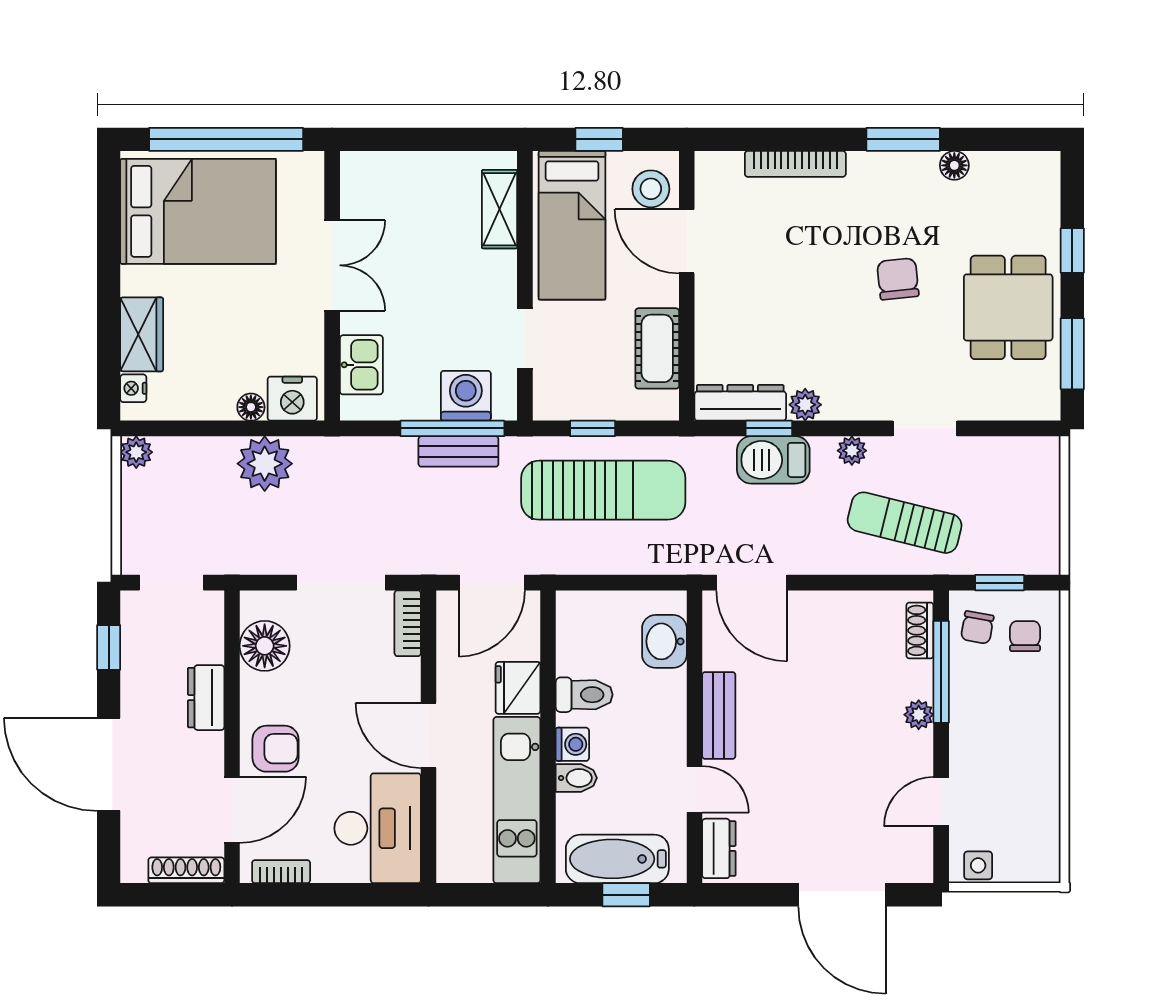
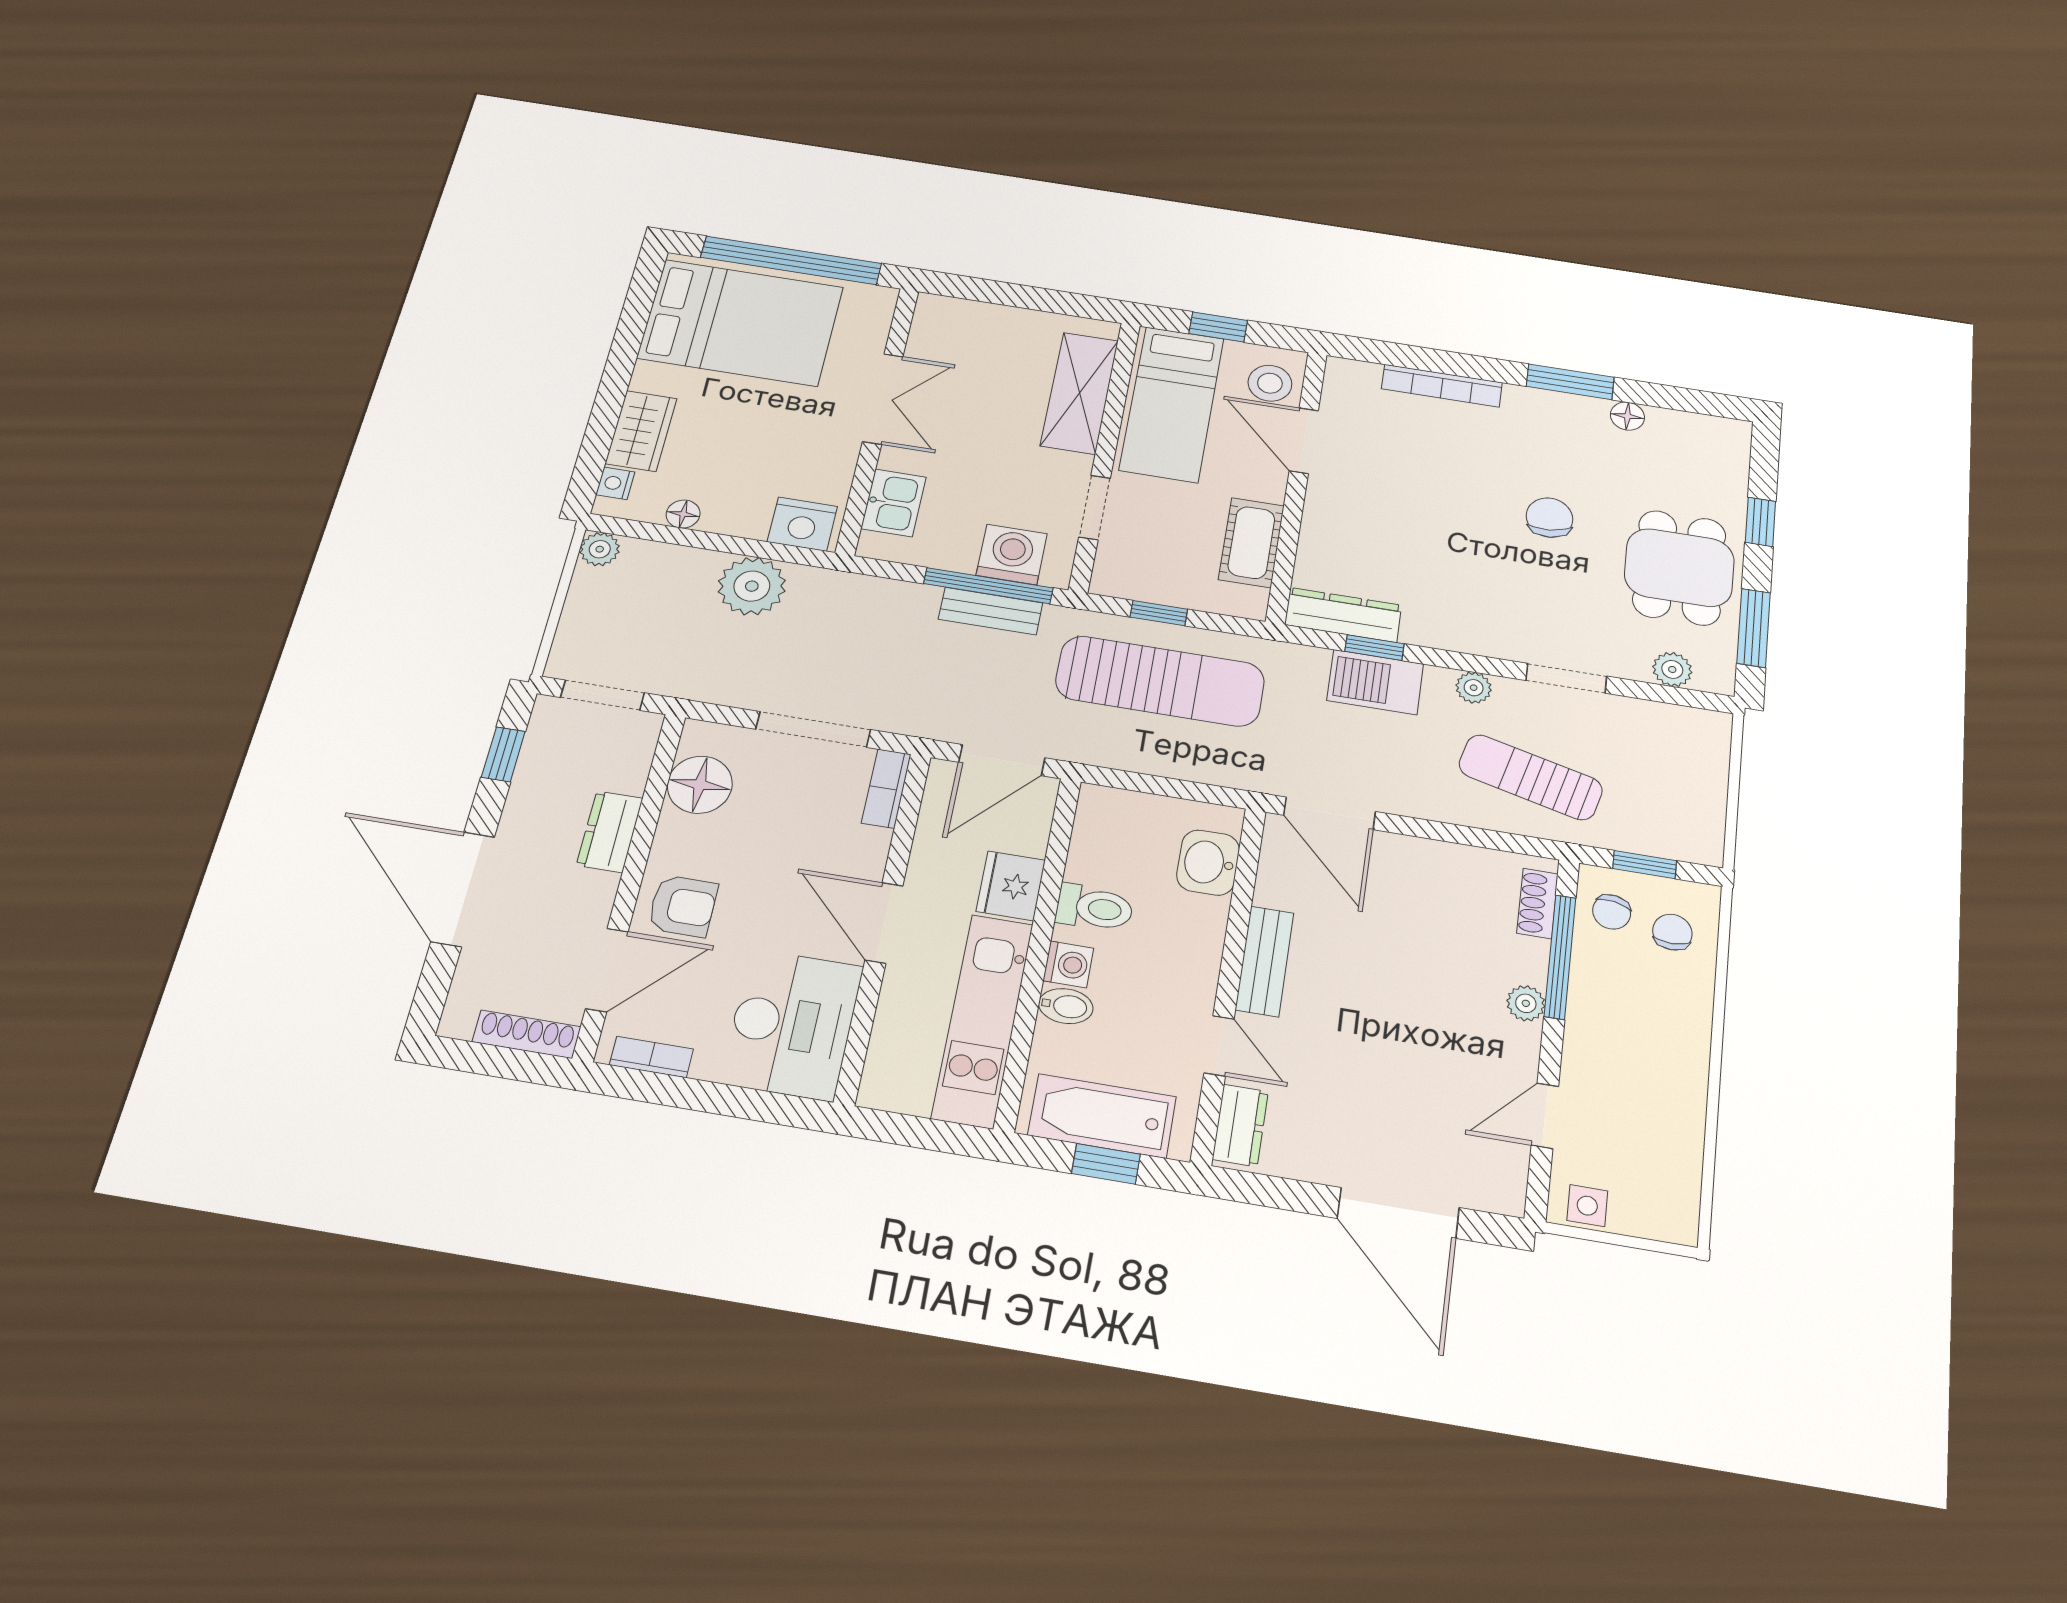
shelving: (500, 209) -> (1079, 393), width x1.50, depth x1.33
plant: (805, 405) -> (1672, 669), moved
floor lamp: (251, 407) -> (683, 514), moved

